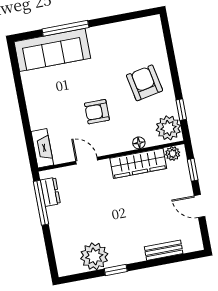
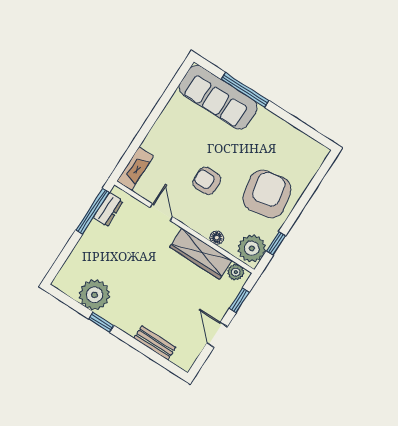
armchair: (144, 83) -> (267, 194), width x1.36, depth x1.36

